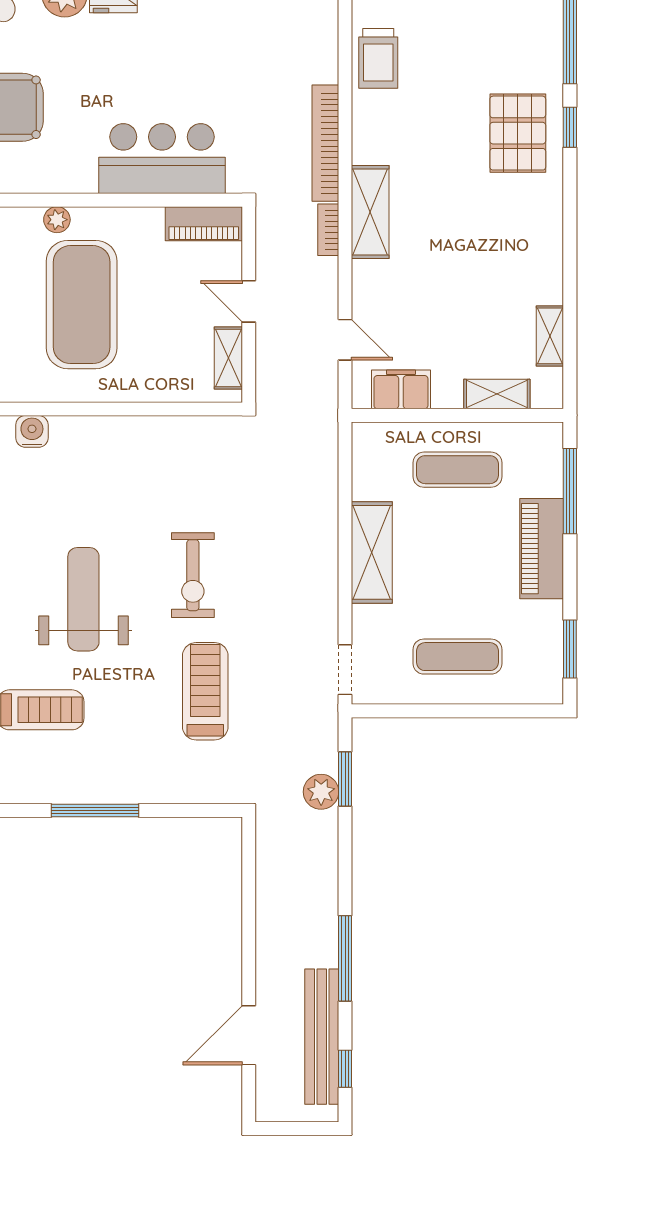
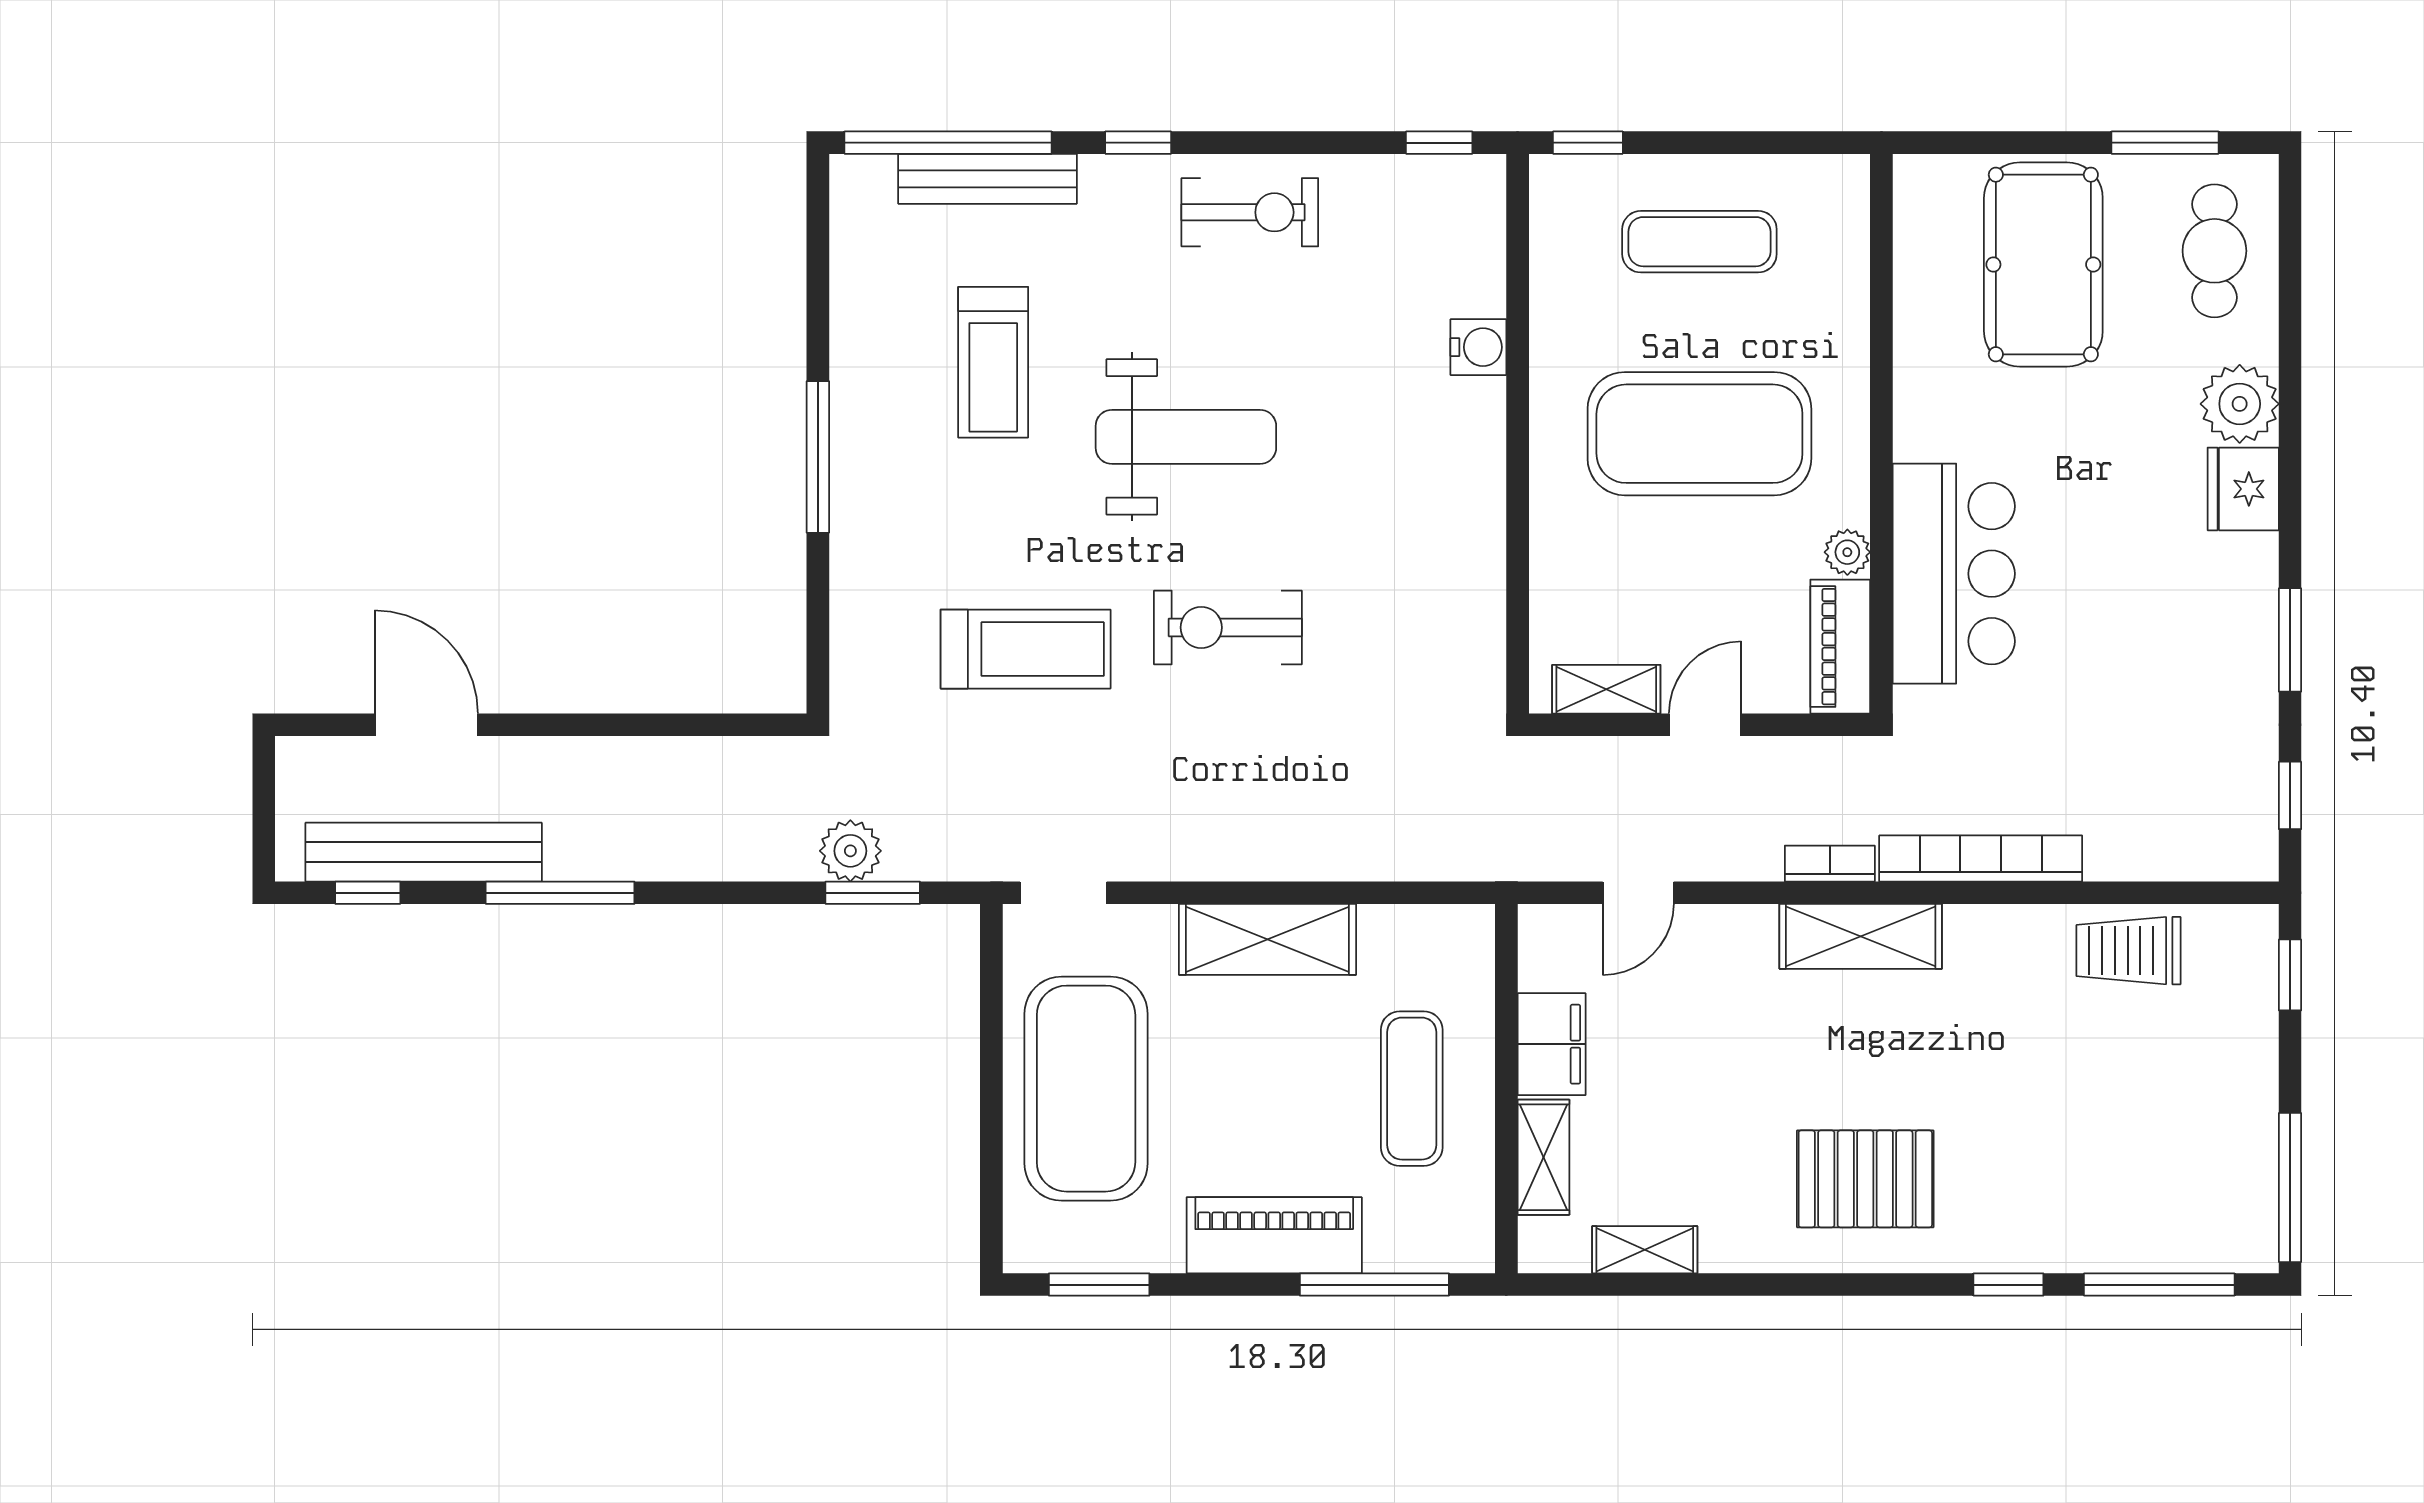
pallet: (518, 133) -> (1865, 1179), moved
plant: (57, 220) -> (1847, 552), moved
filing cabinet: (401, 389) -> (1552, 1044), moved
exercise mat: (457, 657) -> (1086, 1089), width x2.00, depth x1.45

